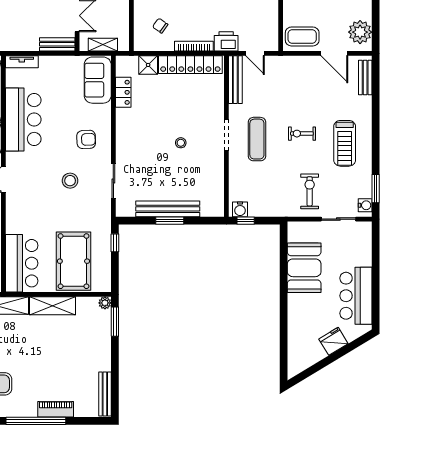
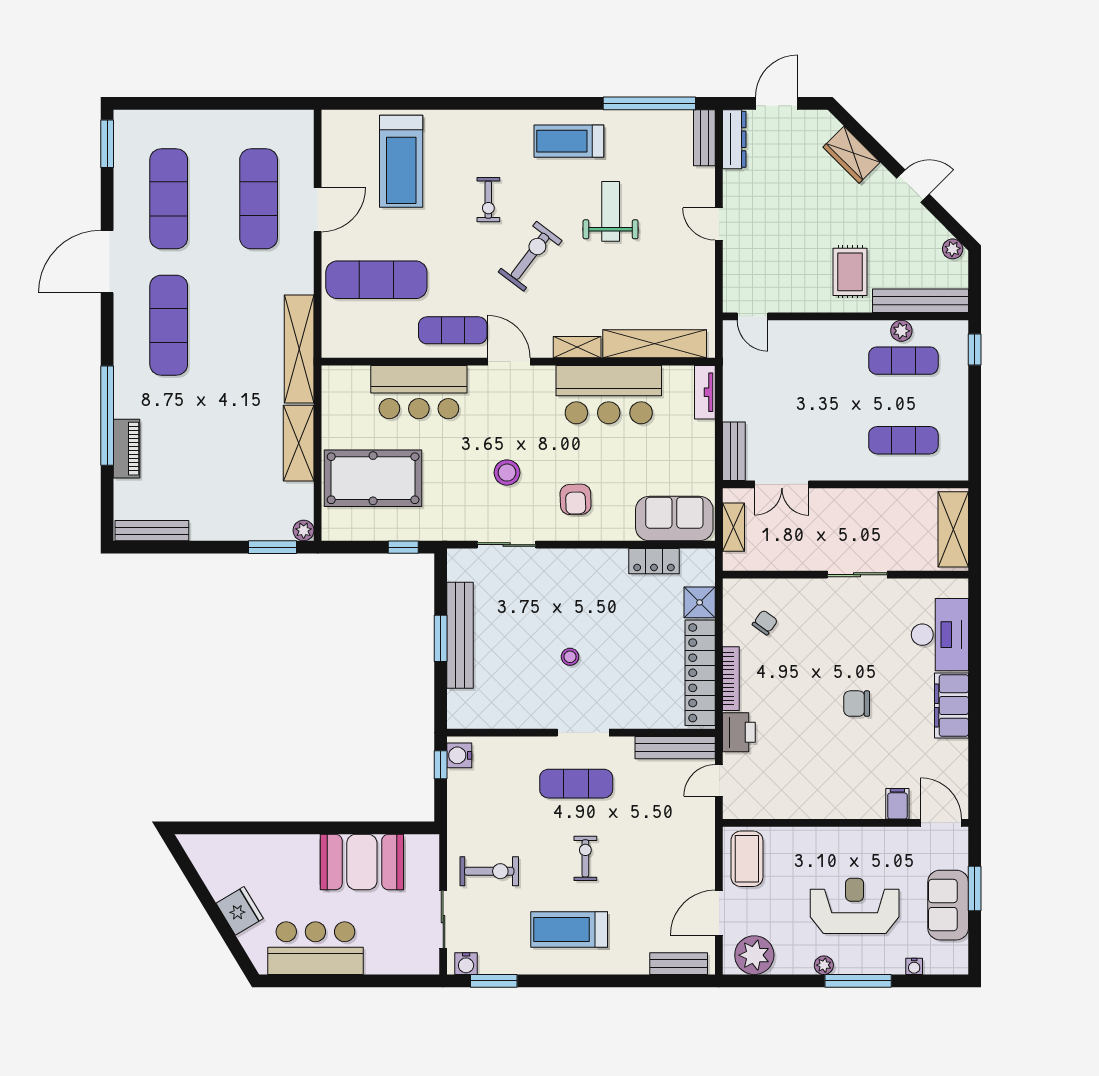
bar counter: (22, 263) -> (419, 392), moved

